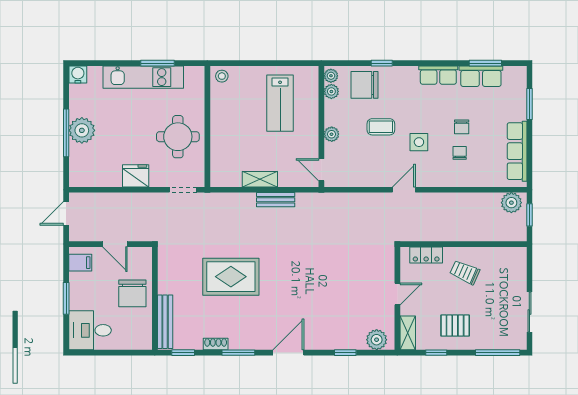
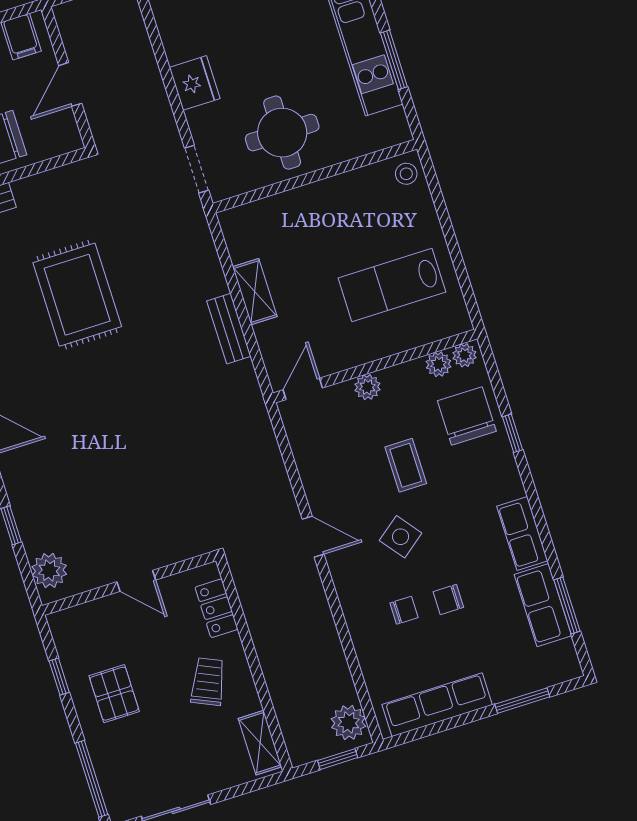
side table: (419, 142) -> (401, 537), turned -38
shelving: (408, 333) -> (260, 743), moved, turned 90

